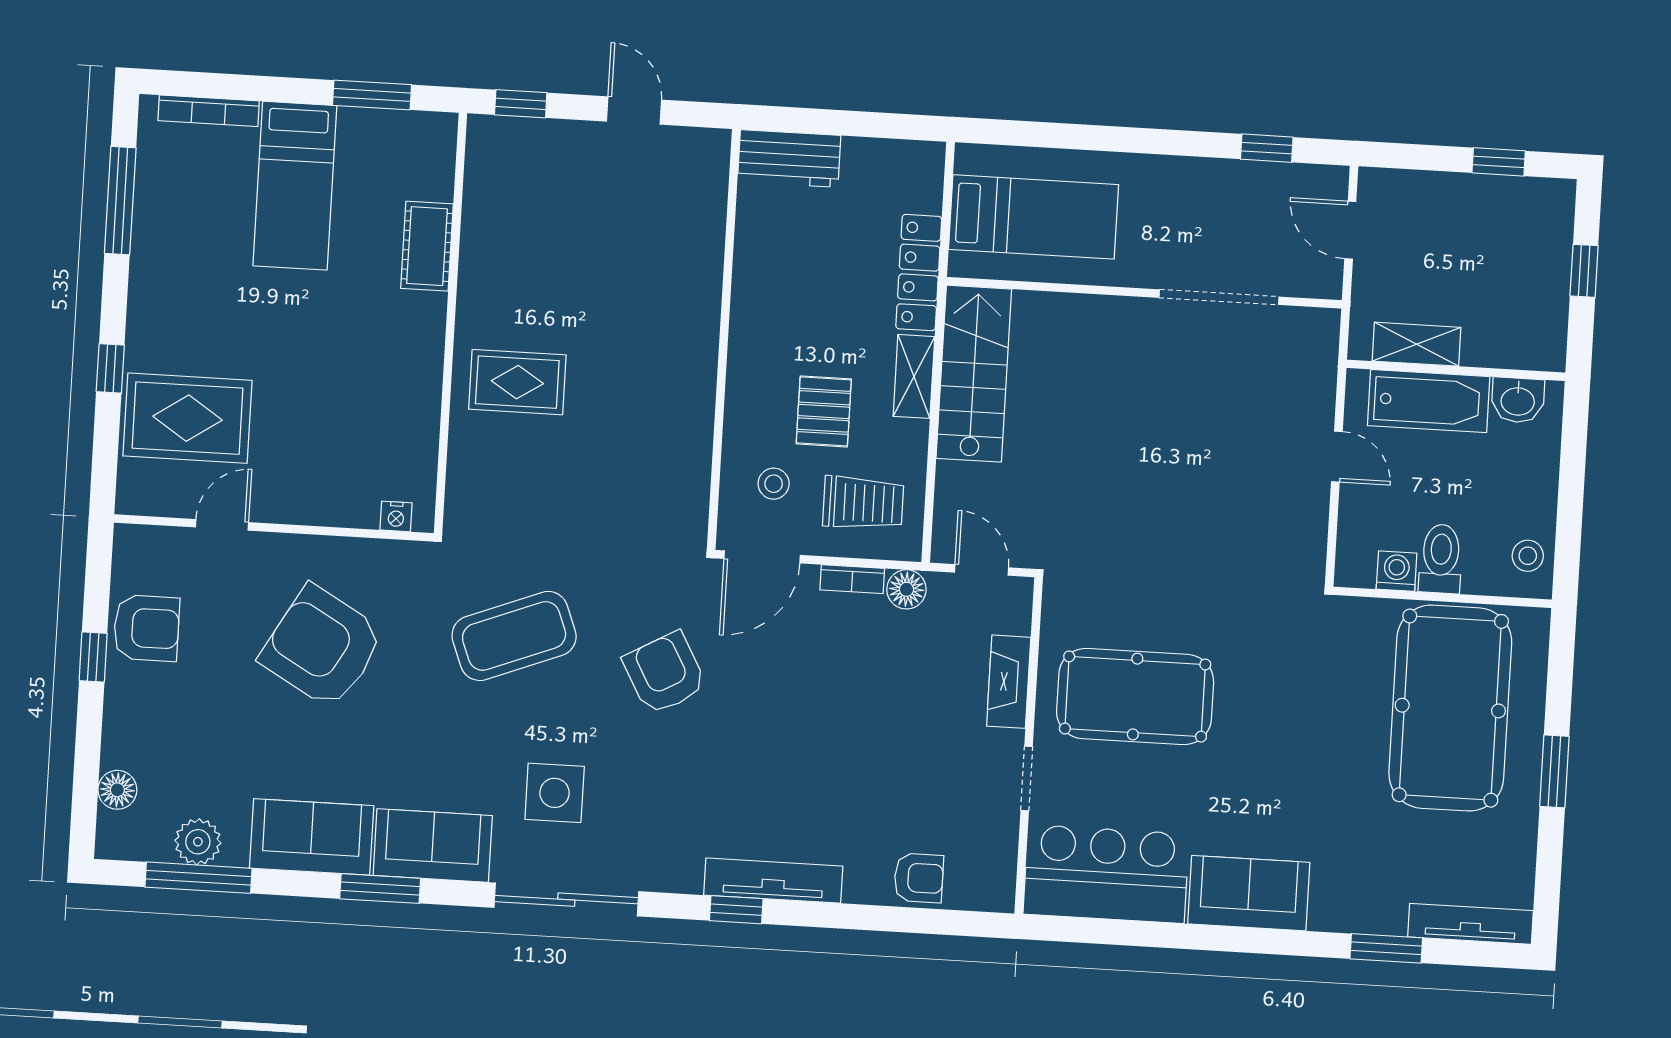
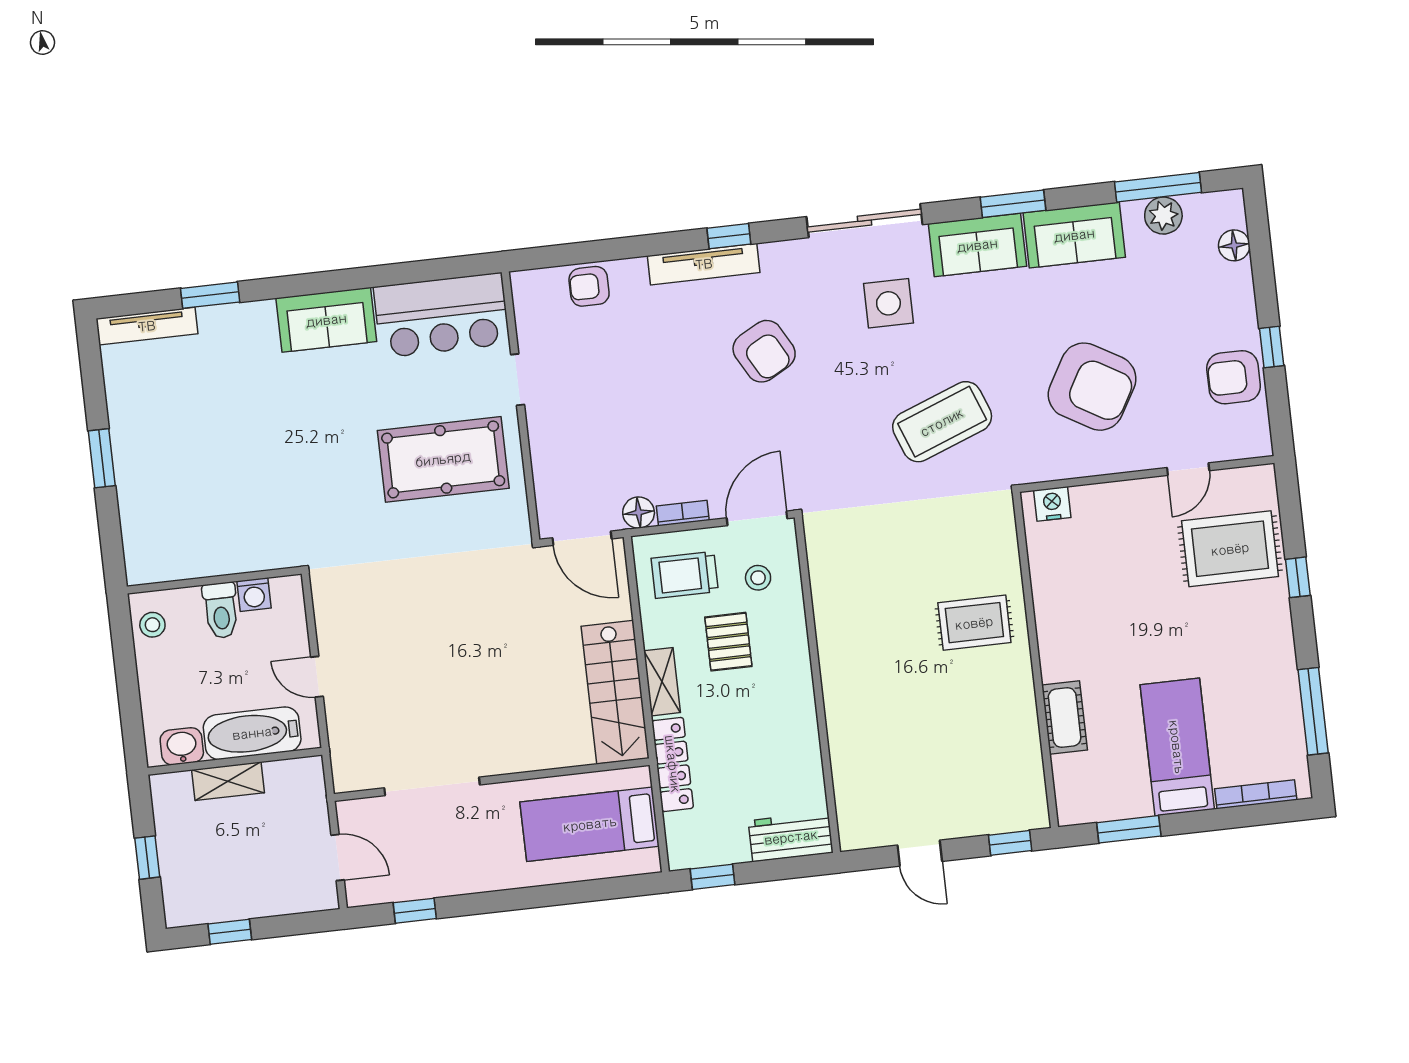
window: (894, 126) -> (713, 877), added
shelving: (1416, 344) -> (228, 781), moved
nightstand: (396, 516) -> (1052, 504), width x1.39, depth x1.35
door: (982, 570) -> (582, 538), width x1.38
armchair: (665, 673) -> (764, 351), moved
fireplace: (1009, 682) -> (545, 454), removed
pool table: (1450, 708) -> (193, 494), removed

